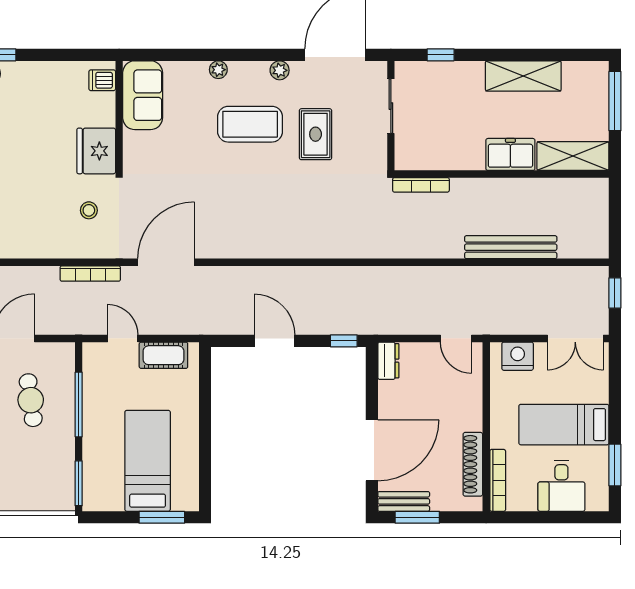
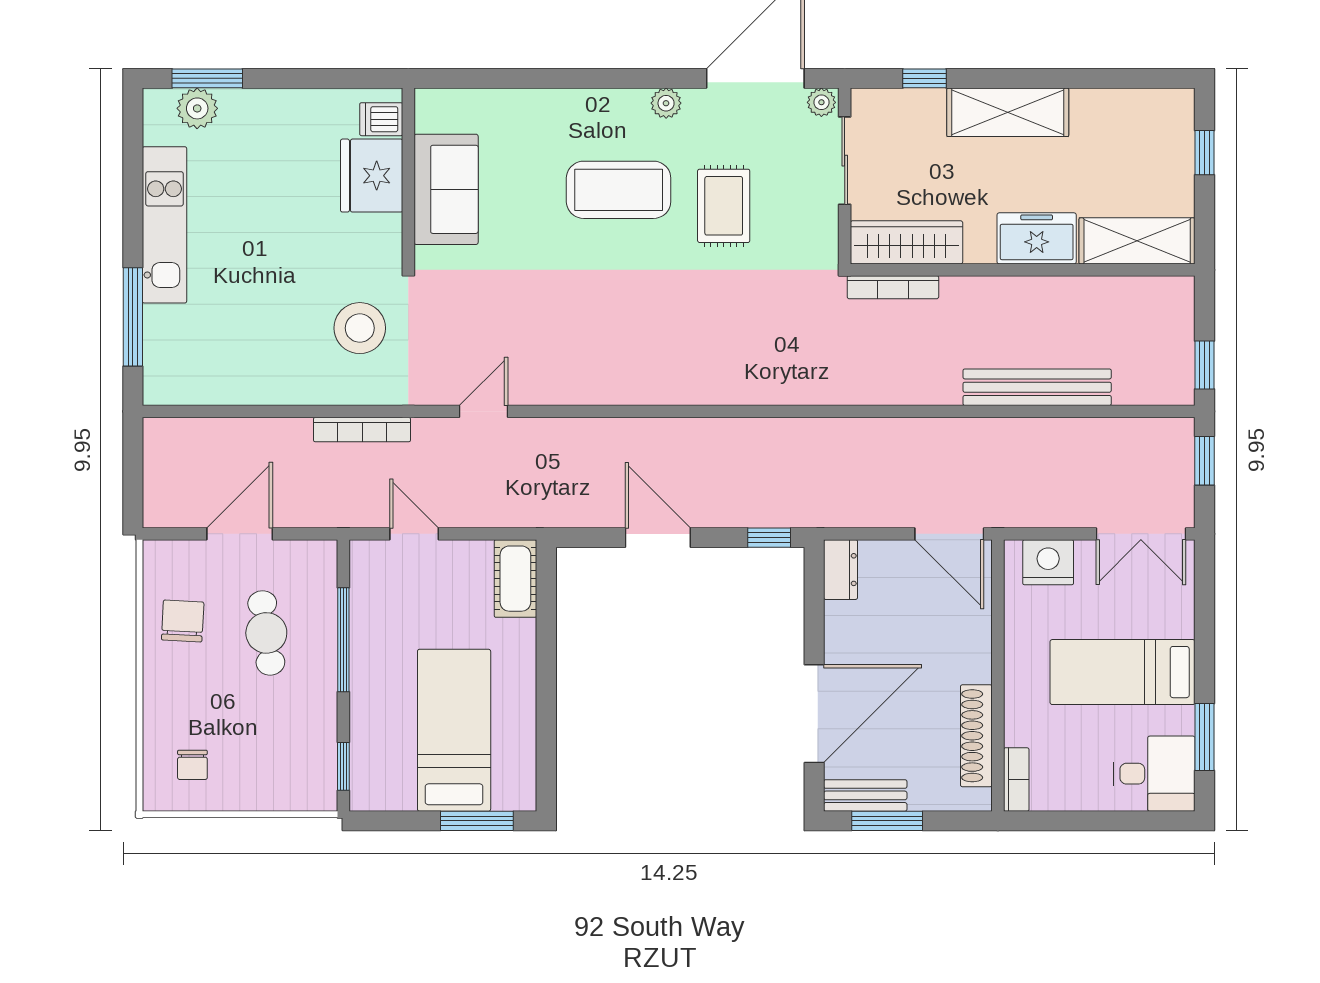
plant: (218, 70) -> (821, 102), moved
shelving: (523, 76) -> (1008, 112), moved
sofa: (143, 95) -> (446, 189), moved
window: (615, 101) -> (1204, 153), width x0.46
fridge: (96, 151) -> (372, 176), moved
wardrobe: (429, 157) -> (907, 242), added
stool: (89, 210) -> (360, 328), width x1.89, depth x1.89
window: (615, 233) -> (1204, 365), added
door: (166, 262) -> (483, 411), width x0.53
door: (456, 338) -> (949, 534), width x1.38
cot: (163, 355) -> (515, 579), moved, turned 90
bookcase: (498, 480) -> (1016, 779), width x0.64
window: (79, 483) -> (343, 766), width x0.67
desk: (561, 486) -> (1154, 774), moved, turned -90

